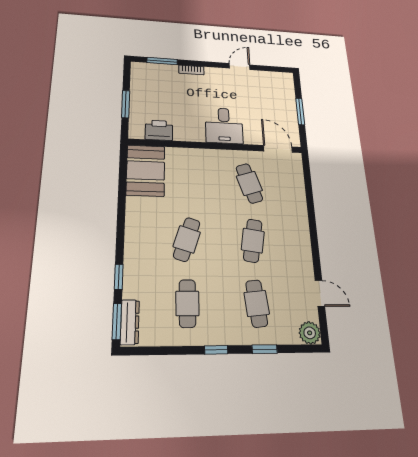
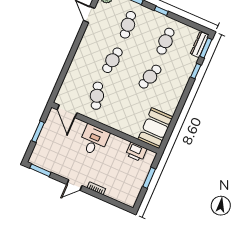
window: (162, 61) -> (40, 170), moved
door: (240, 67) -> (74, 185), moved

